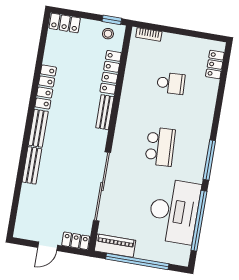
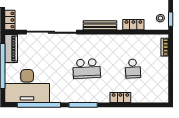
locker: (215, 65) -> (120, 98), moved
locker: (111, 72) -> (133, 25), width x0.66
bench: (105, 112) -> (100, 25), width x1.36
desk: (174, 211) -> (27, 86), moved

